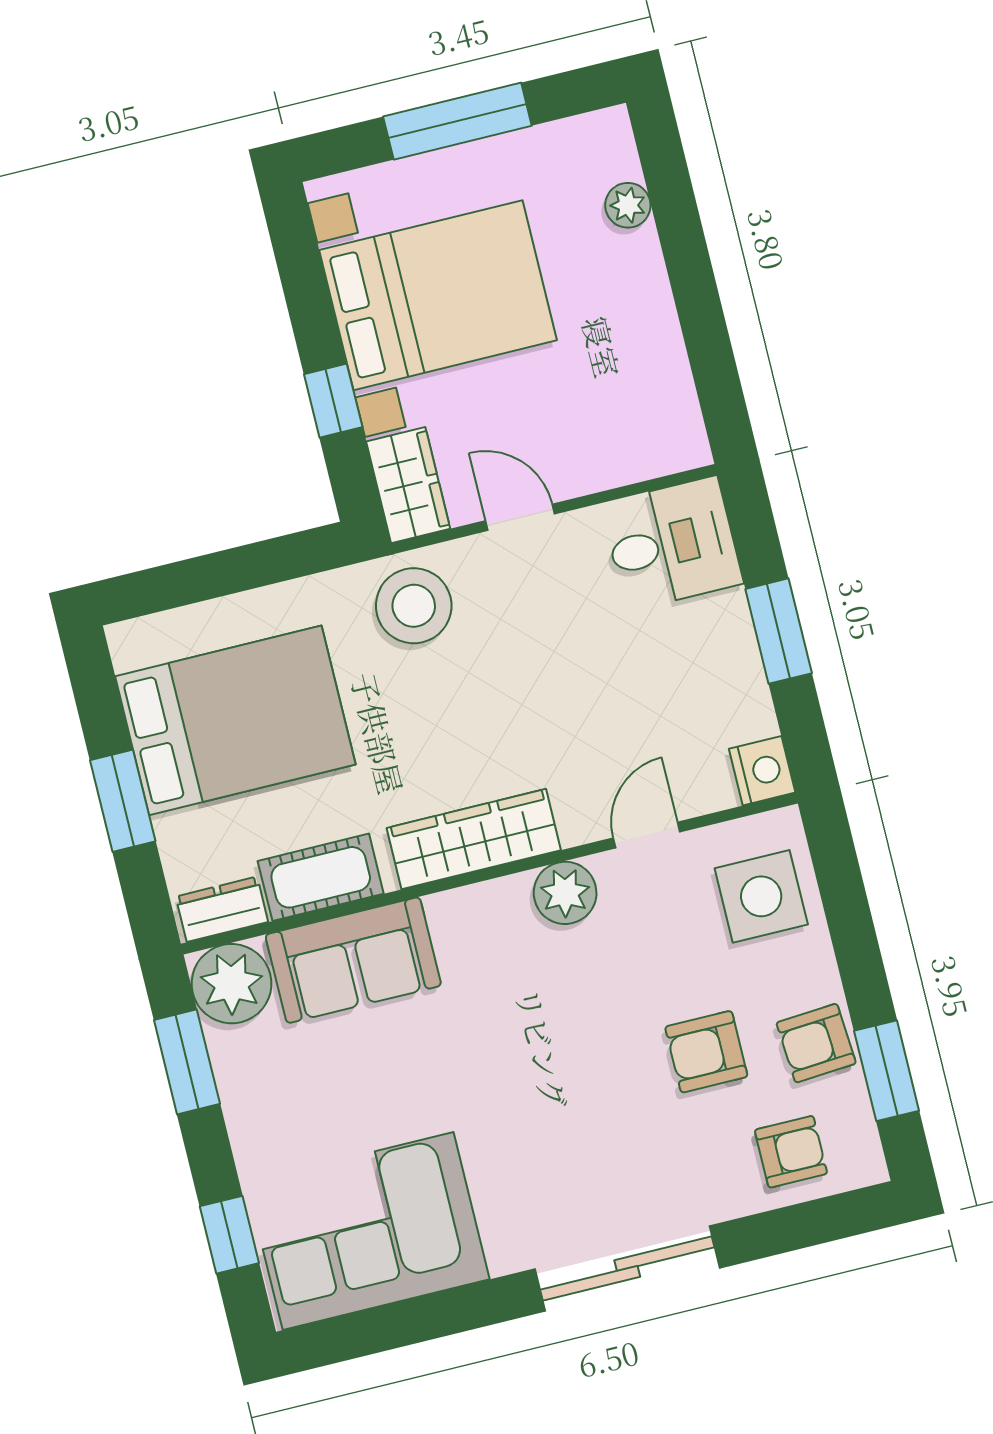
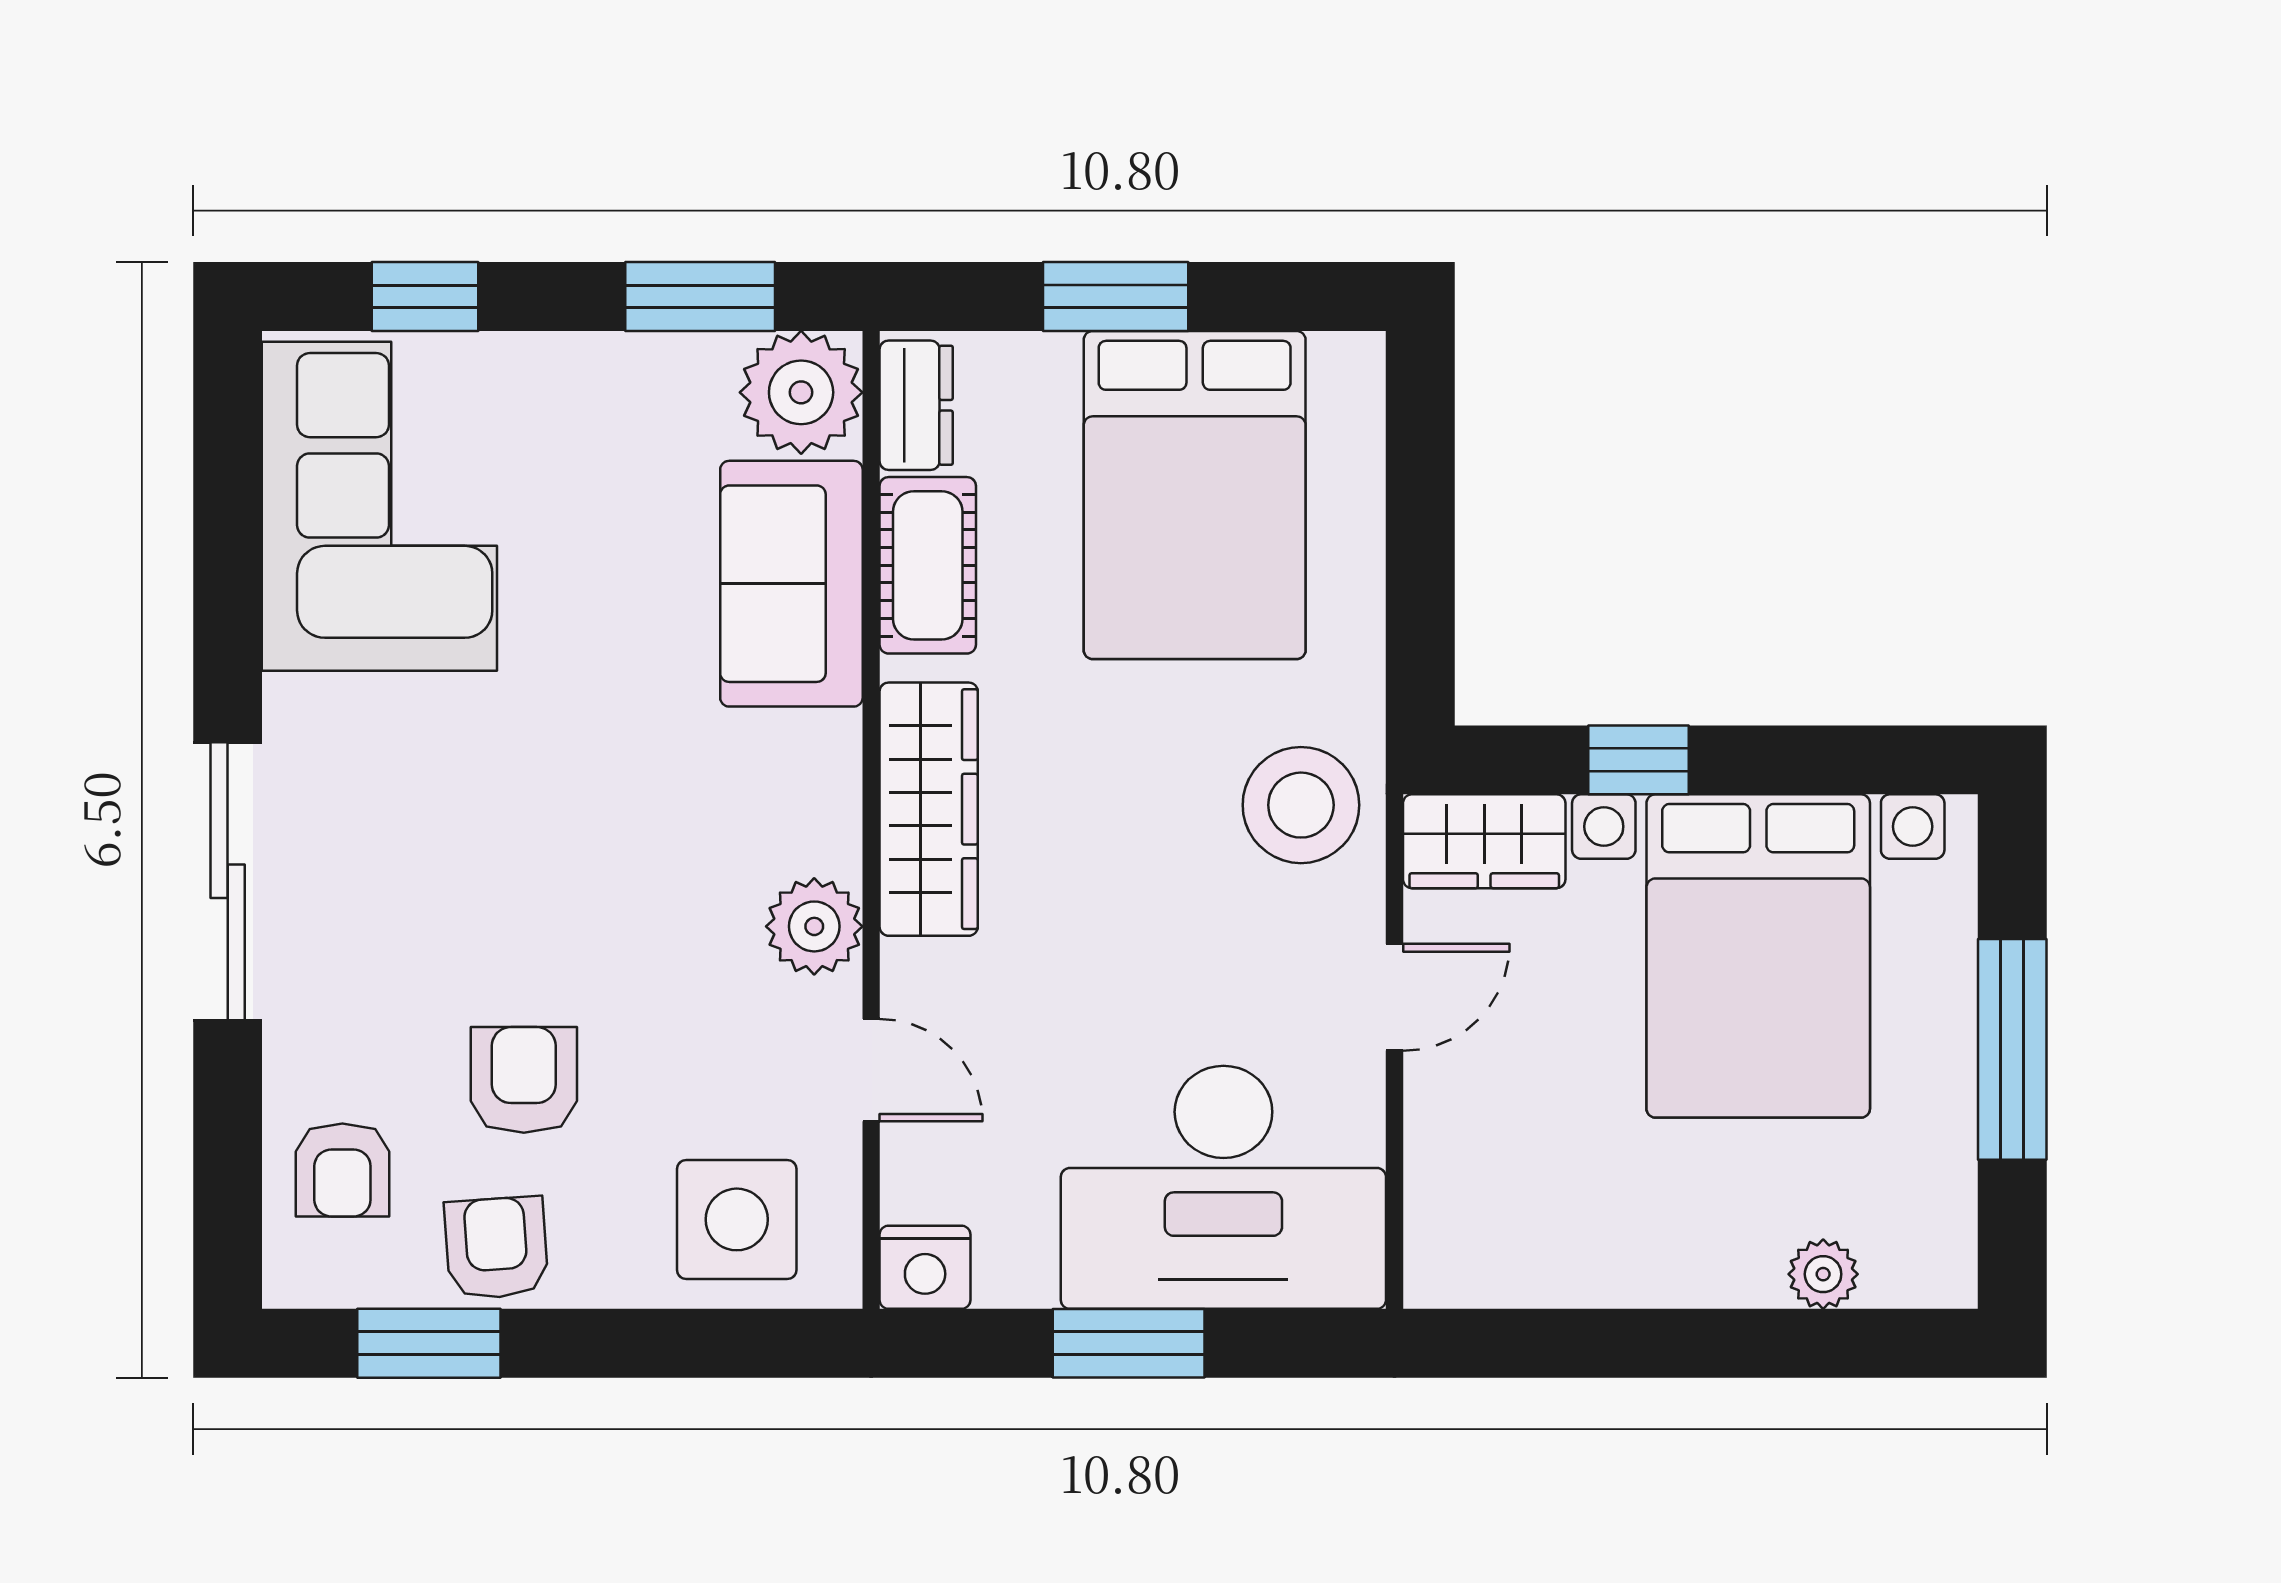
desk: (672, 544) -> (1223, 1187), width x1.87, depth x1.30

